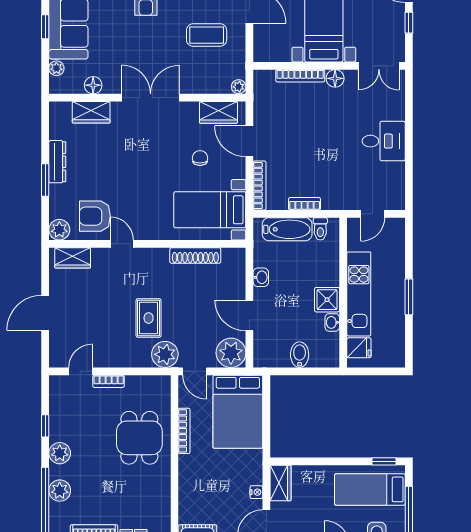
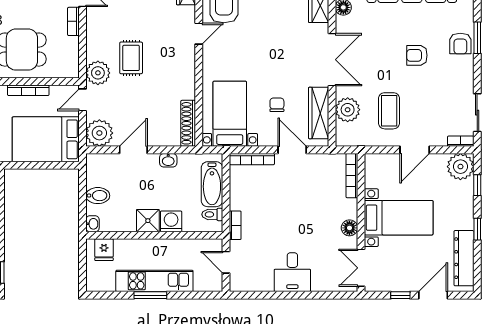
bookcase: (300, 76) -> (352, 176), moved
plant: (239, 87) -> (348, 110), moved, width x1.87, depth x1.87
wardrobe: (218, 112) -> (319, 113), width x1.50
door: (249, 141) -> (292, 150), hinge flipped
chair: (200, 158) -> (277, 105), turned -90
bookcase: (305, 204) -> (235, 225), moved
shoe rack: (195, 255) -> (188, 123), moved
washing machine: (328, 274) -> (171, 221), added
kitchen unit: (359, 294) -> (154, 281), moved, turned 180
rug: (149, 318) -> (131, 58), turned 90
washbasin: (332, 322) -> (92, 224), moved, turned 90

